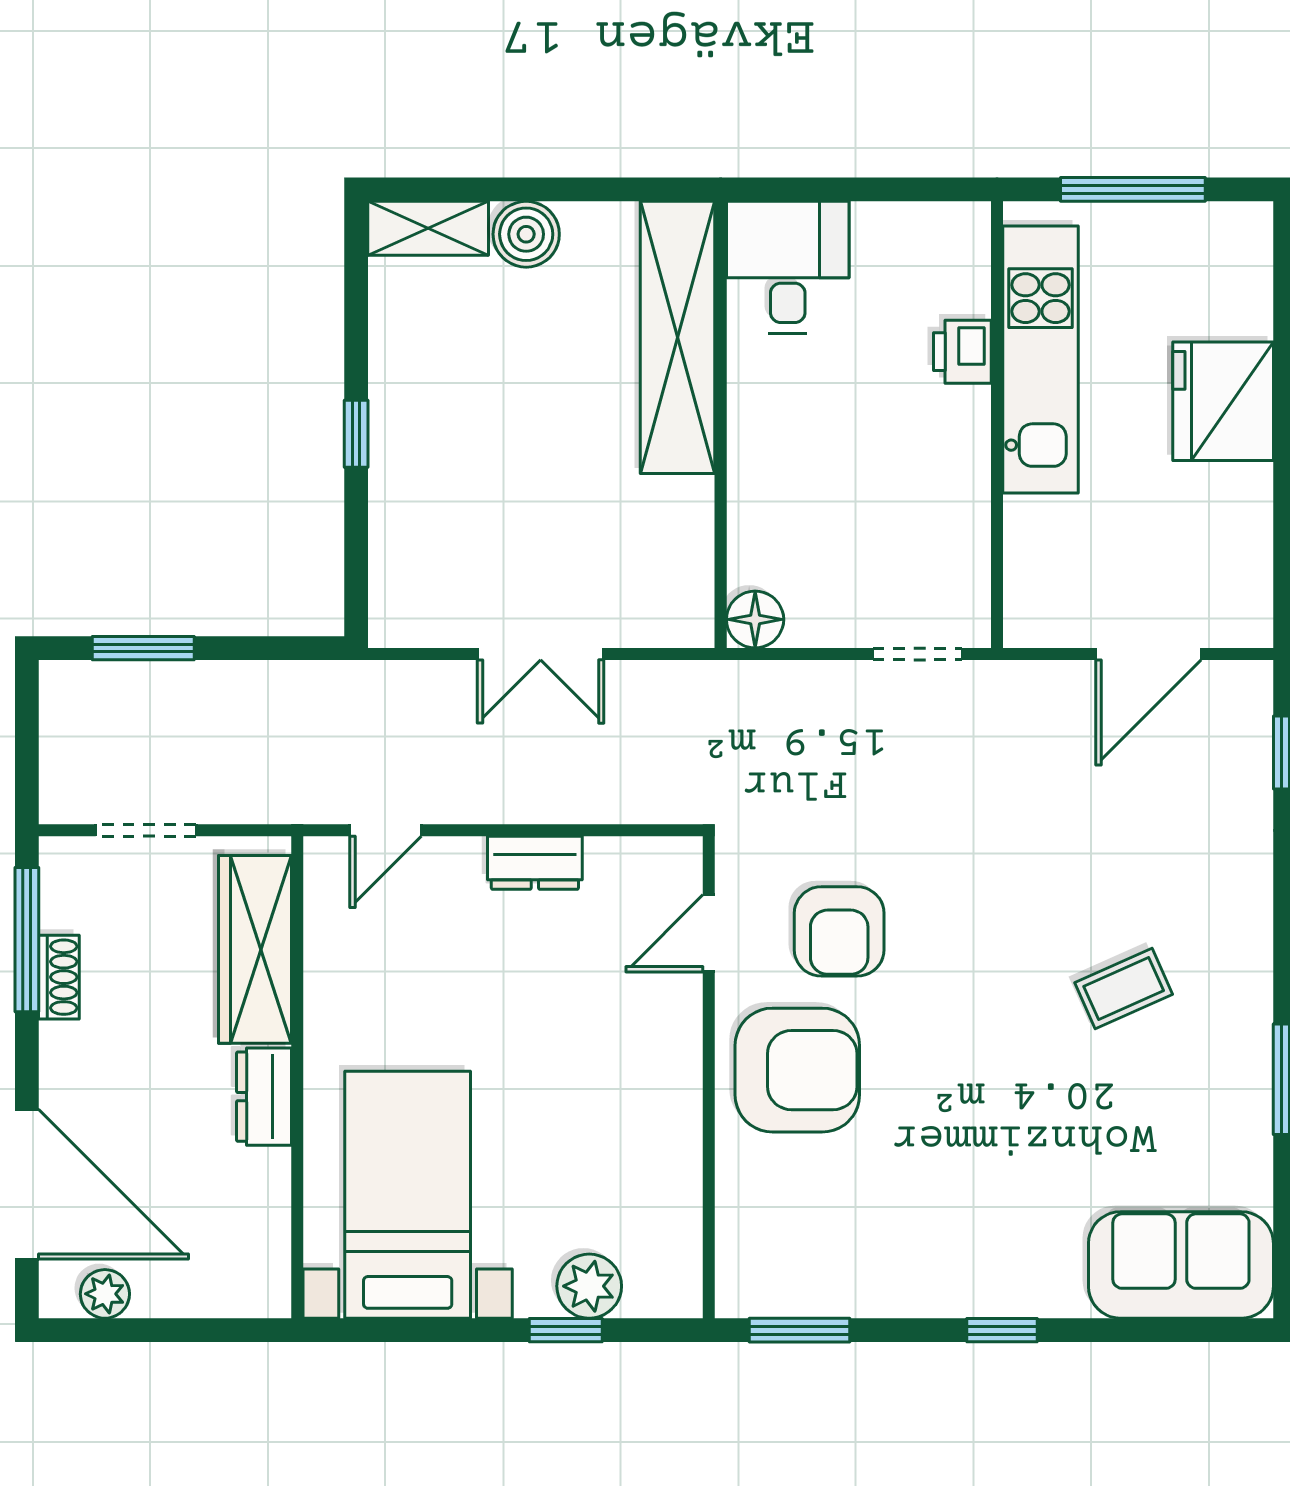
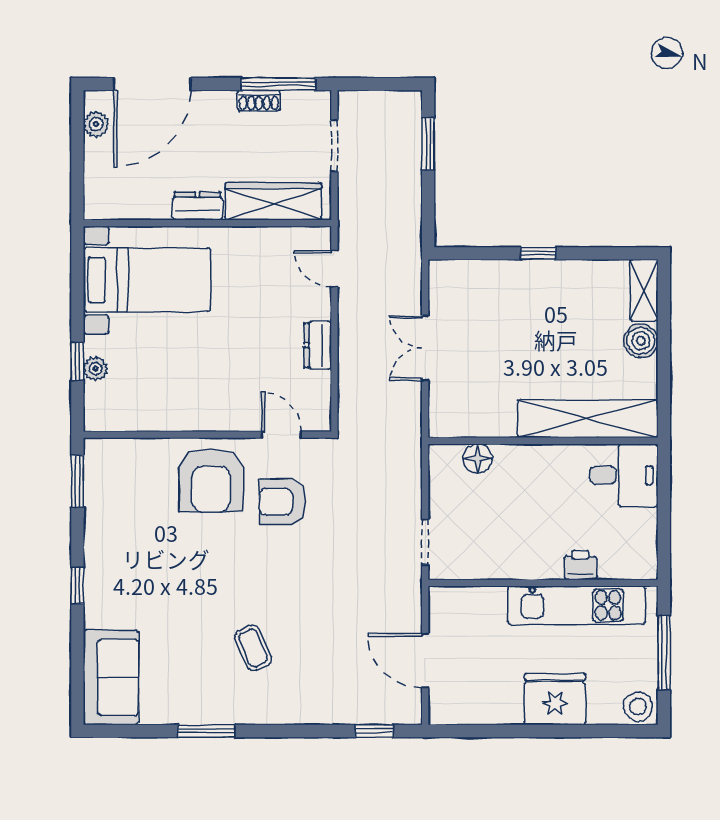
stool: (1237, 240) -> (638, 706), added
floor lamp: (755, 619) -> (478, 458), moved
plant: (589, 1286) -> (95, 369), width x0.73, depth x0.73

